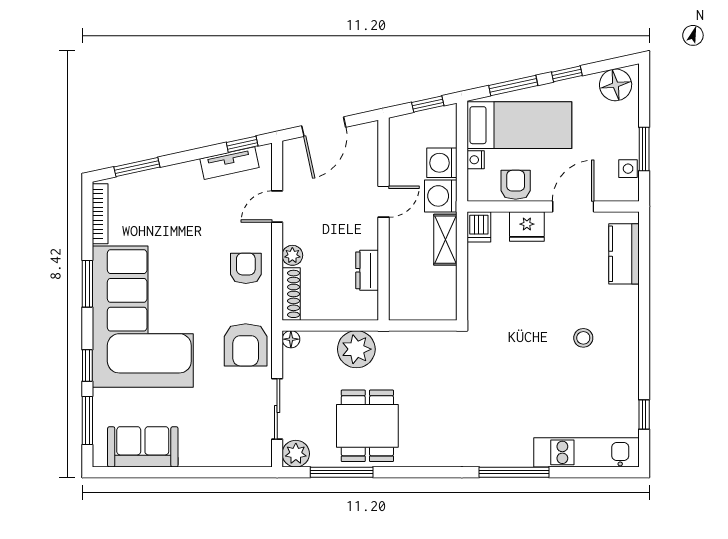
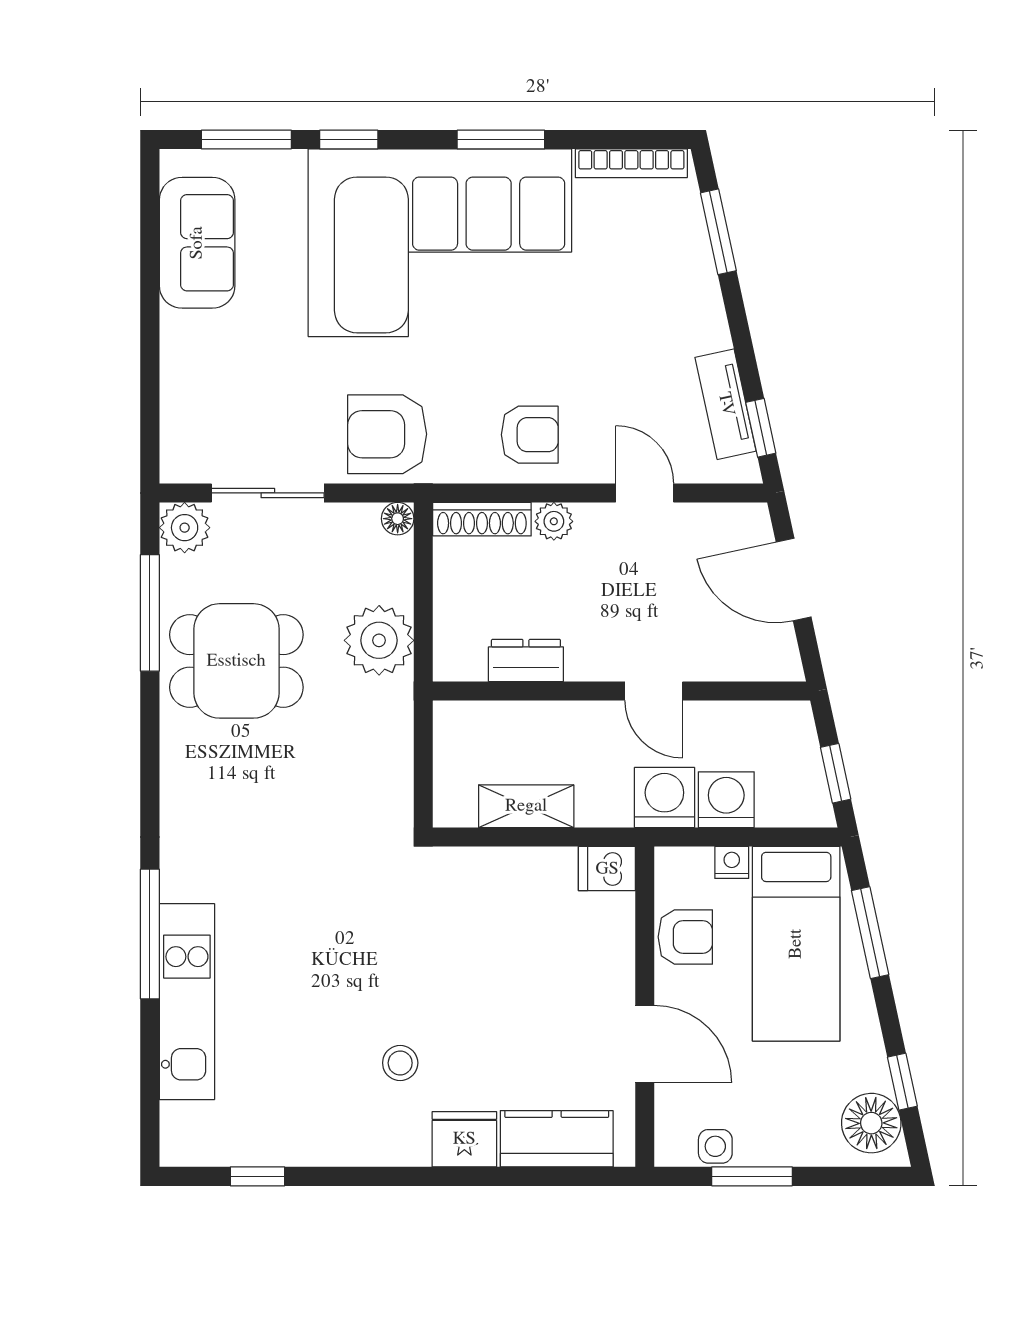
window: (567, 74) -> (902, 1082), moved
fridge: (527, 226) -> (464, 1139), moved, turned 90
shelving: (445, 240) -> (526, 806), moved
kitchen unit: (587, 452) -> (187, 1002), moved

